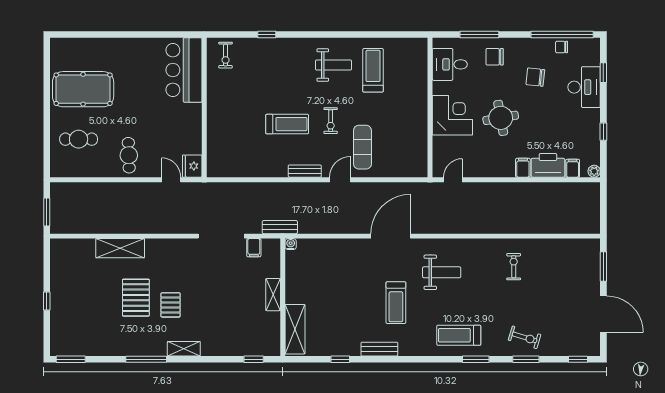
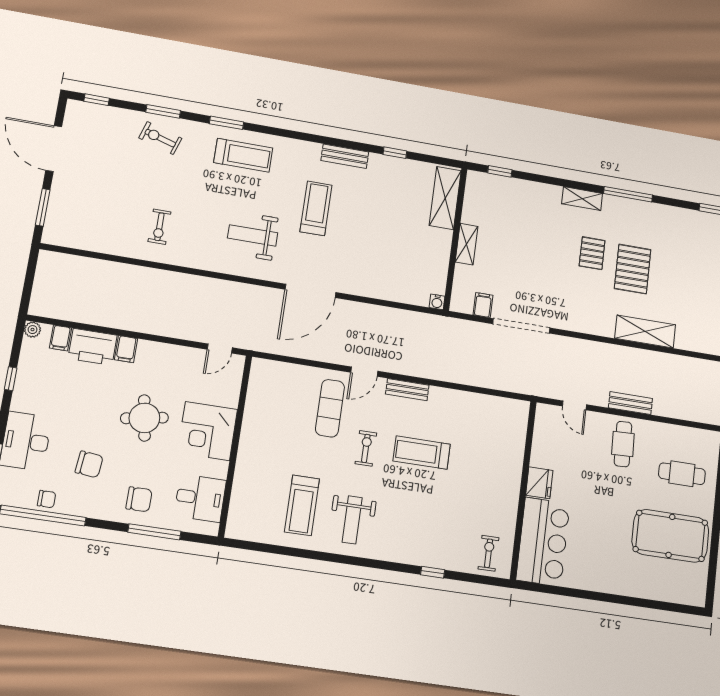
weight bench: (333, 65) -> (352, 520), turned -90
fridge: (192, 166) -> (539, 483), moved
bench: (280, 227) -> (630, 403), moved

